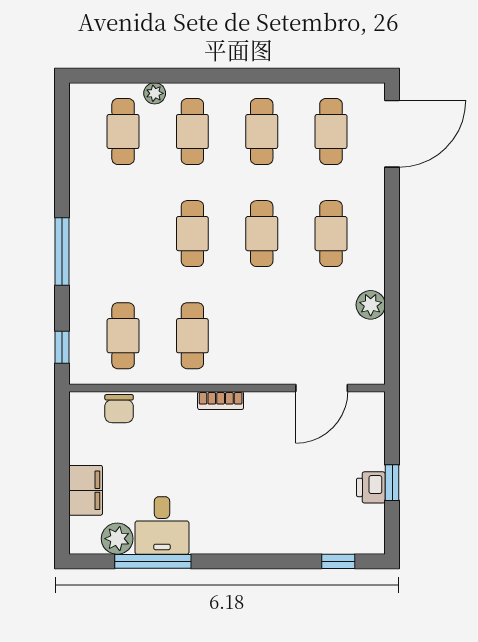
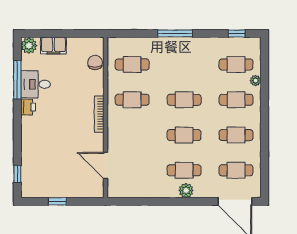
plant: (371, 305) -> (186, 190), moved
window: (62, 347) -> (237, 33), moved
bookcase: (221, 401) -> (99, 114), width x1.56
chair: (119, 409) -> (95, 62), turned 90
printer: (371, 487) -> (28, 107), moved, turned 90
plant: (117, 539) -> (29, 46), moved

